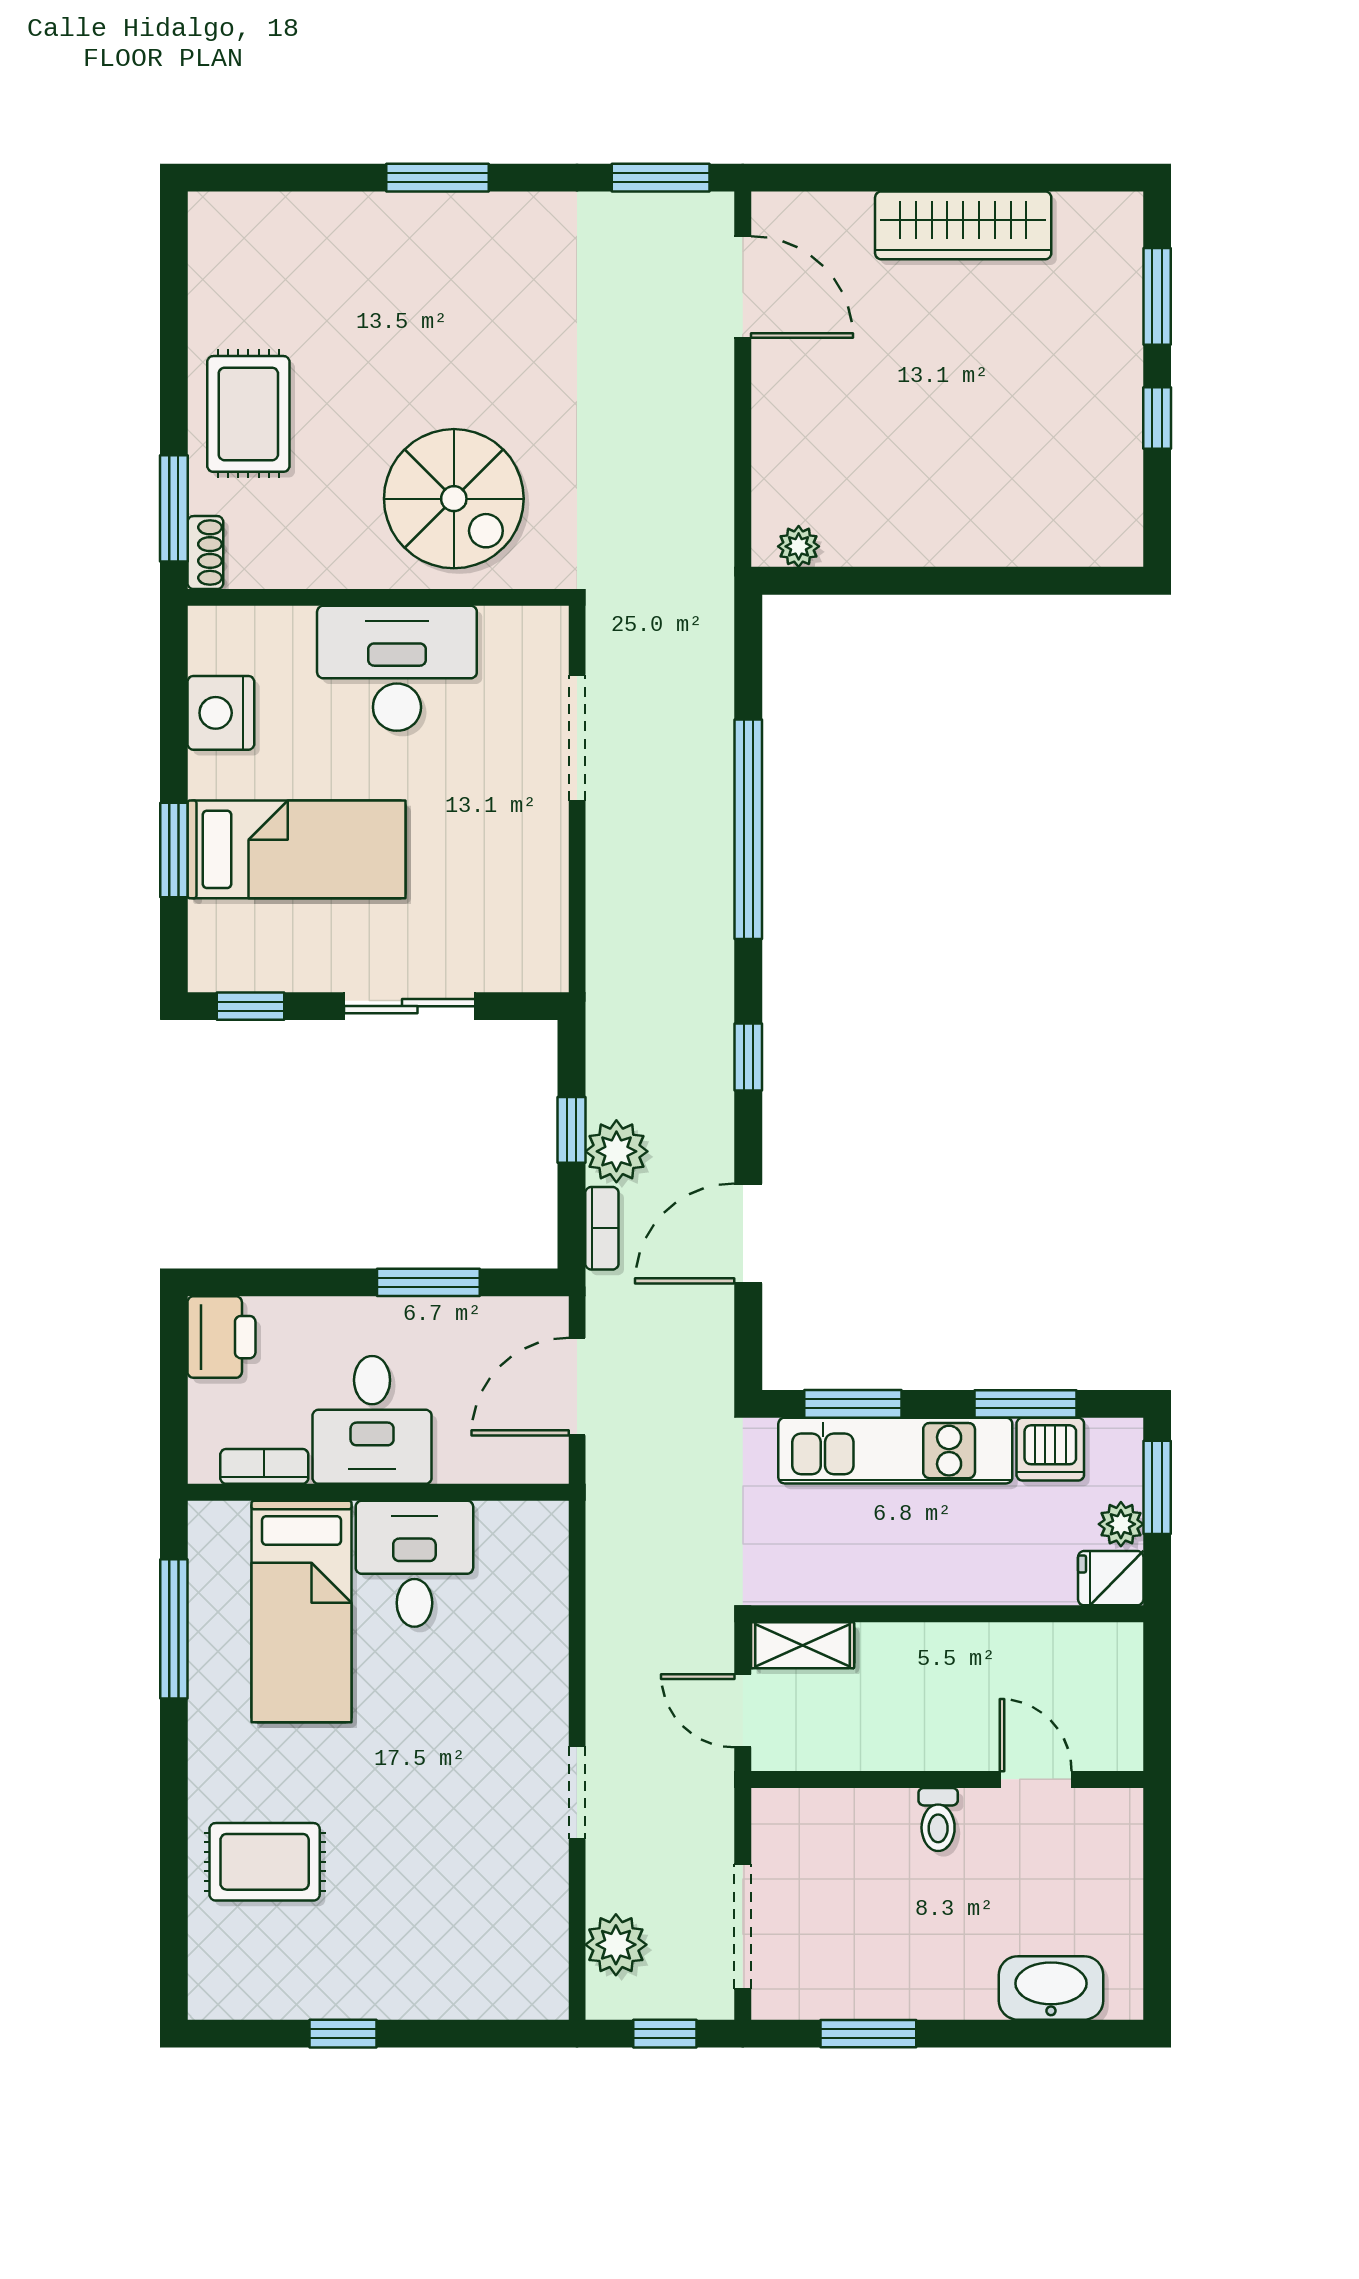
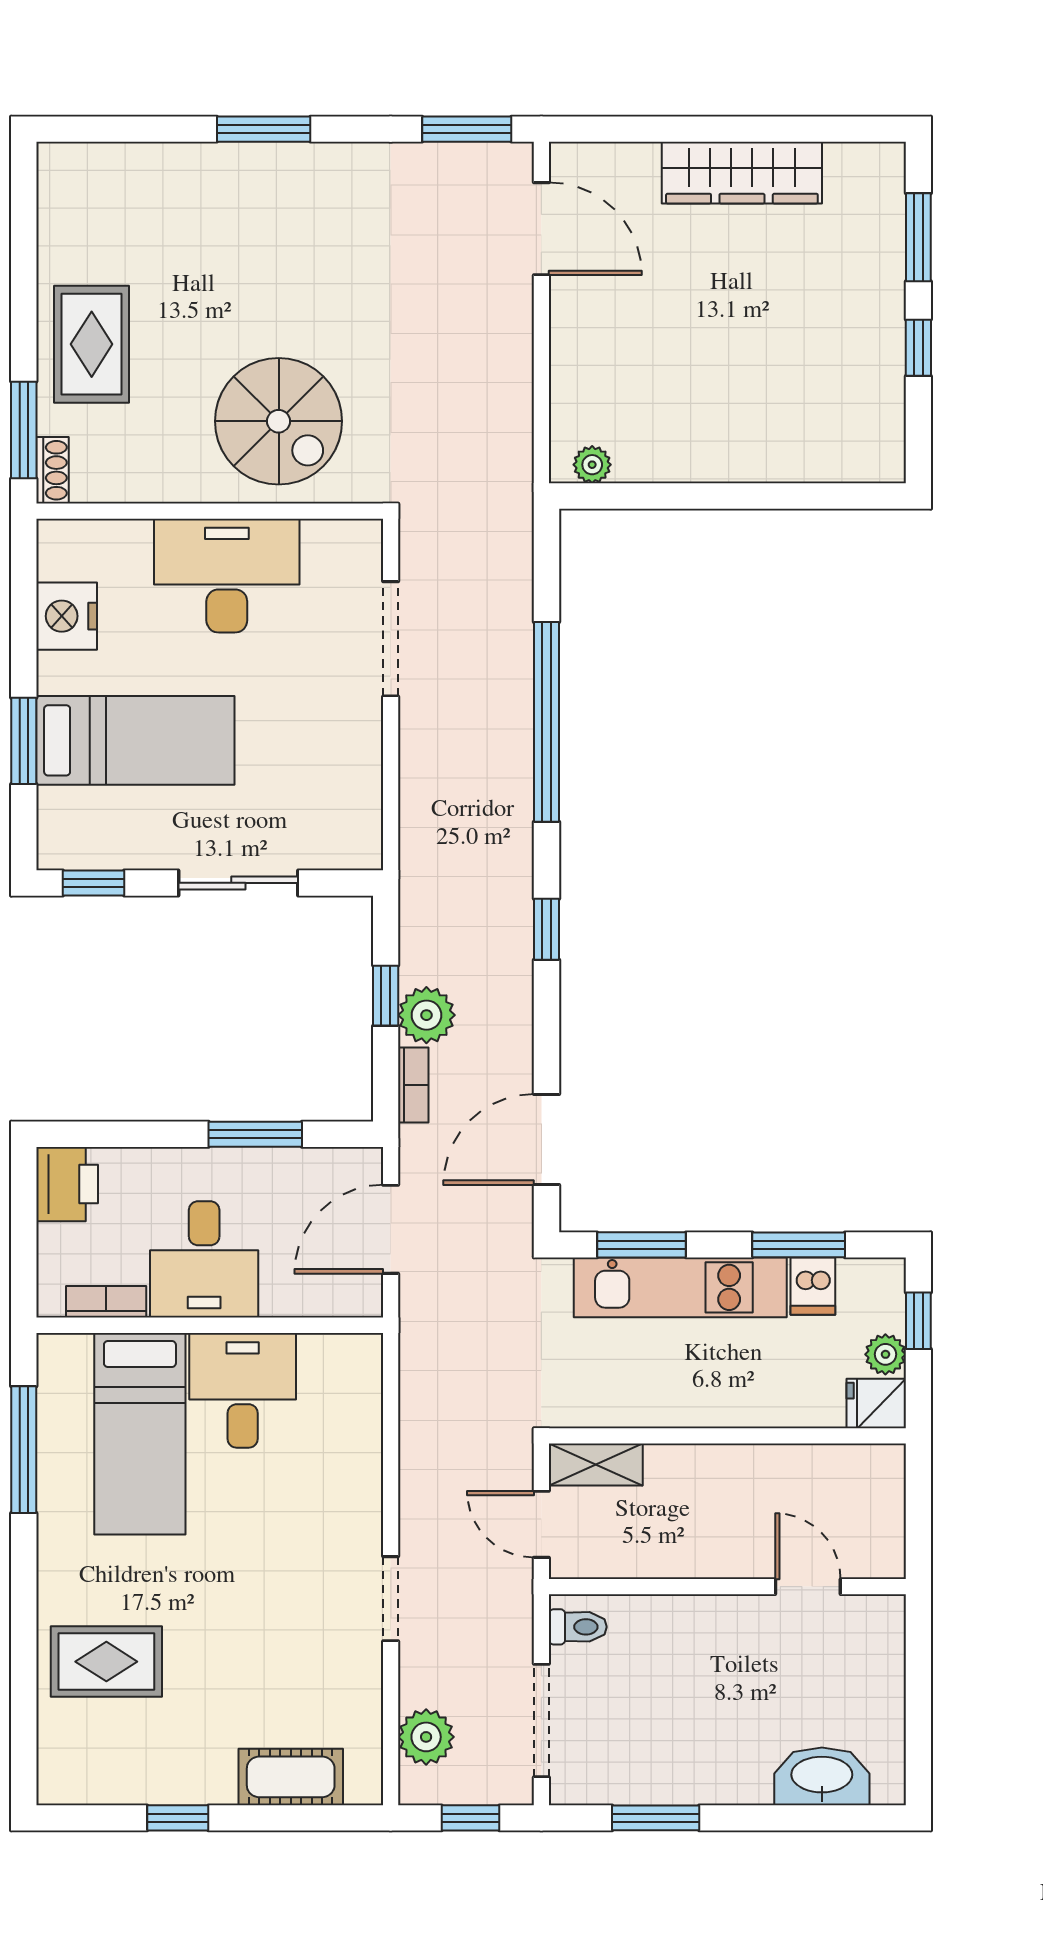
door: (748, 1233) -> (546, 1140), moved
dishwasher: (1050, 1449) -> (813, 1286), width x0.73
window: (1157, 1487) -> (918, 1321), width x0.67
toilet: (938, 1819) -> (578, 1627), moved, turned -90
cot: (467, 1989) -> (291, 1777), added

